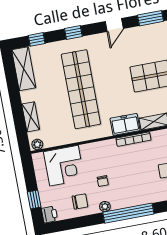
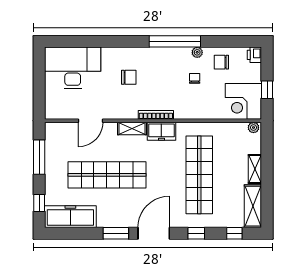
door: (114, 25) -> (154, 233), width x1.88
shelving: (31, 117) -> (255, 169), moved
corner desk: (64, 166) -> (243, 101), moved, turned -90
window: (34, 200) -> (267, 90), moved

